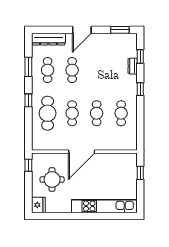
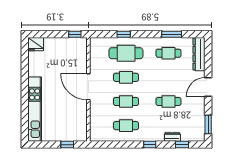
door: (82, 30) -> (208, 87), hinge flipped
cafe table: (72, 70) -> (169, 101), moved
window: (28, 100) -> (124, 34), moved
round table: (52, 179) -> (61, 58), removed

